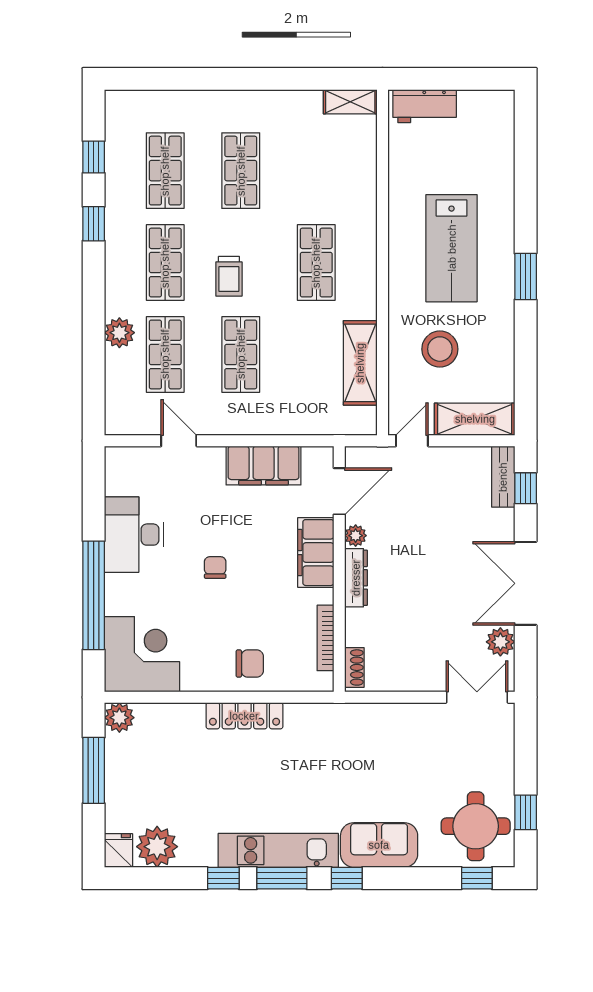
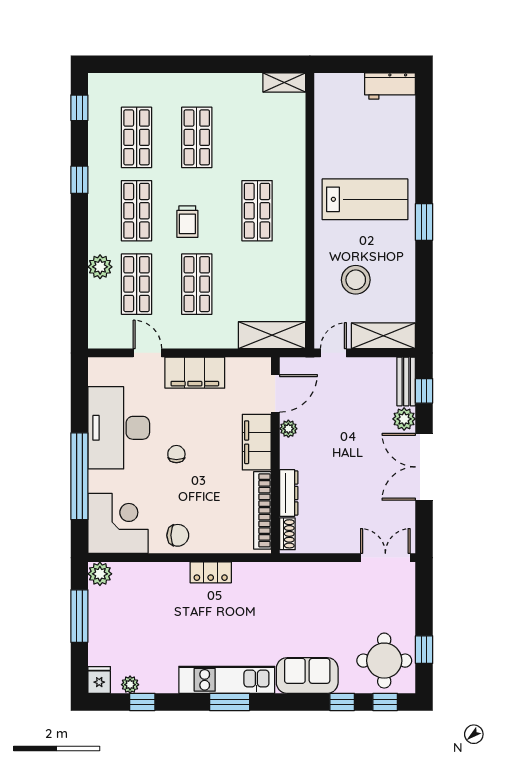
workbench: (425, 106) -> (390, 86), moved
window: (94, 157) -> (79, 108), moved
lab bench: (452, 248) -> (365, 199), turned -90
shelving: (360, 363) -> (272, 335), moved, turned 90
filing cabinet: (264, 466) -> (195, 373), moved
desk: (134, 535) -> (119, 428), width x1.36, depth x1.30
dresser: (356, 578) -> (289, 493), moved
bookcase: (325, 638) -> (262, 510), width x1.48, depth x1.31
plant: (500, 642) -> (404, 419), moved
chair: (250, 664) -> (178, 535), moved
locker: (244, 716) -> (211, 572), width x0.66
plant: (157, 847) -> (130, 685), width x0.53, depth x0.53
window: (223, 878) -> (142, 702), moved
window: (347, 878) -> (342, 702), moved

